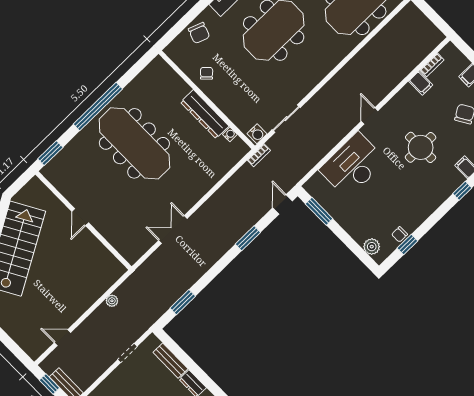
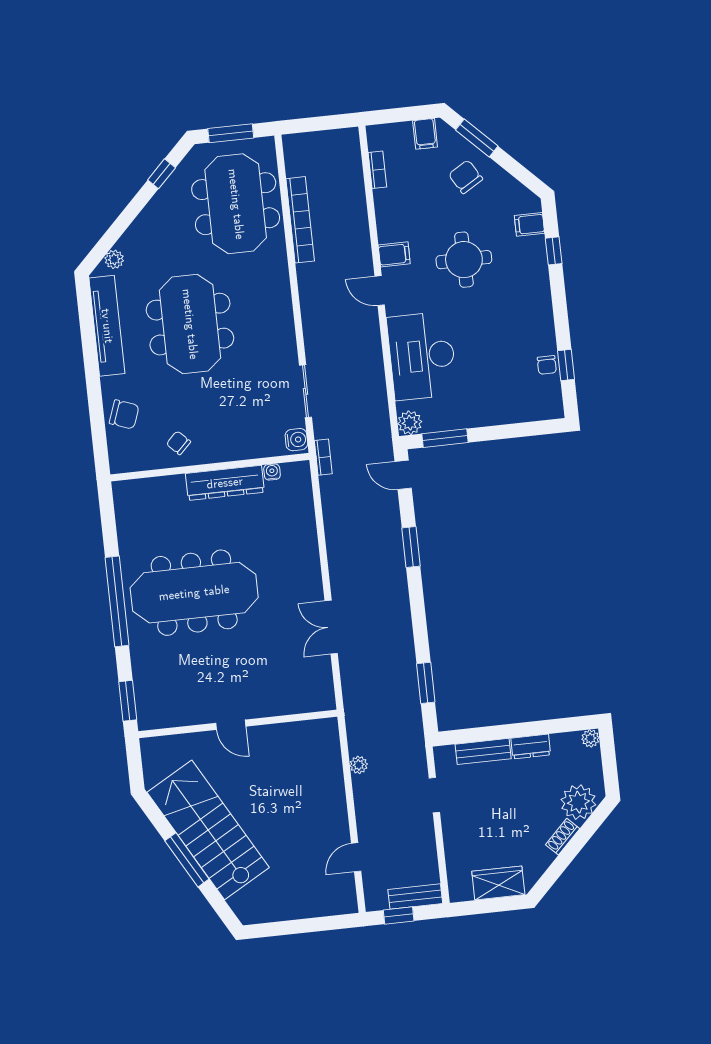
bookcase: (374, 45) -> (300, 220), added
filing cabinet: (421, 83) -> (394, 254), moved
plant: (372, 247) -> (410, 423), moved

